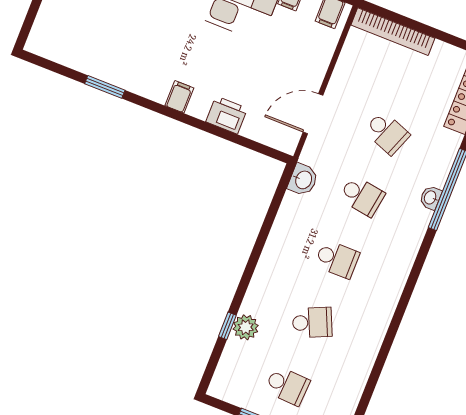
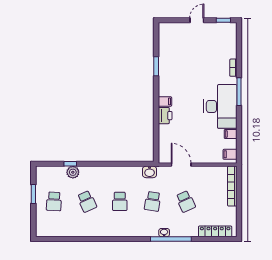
printer: (227, 115) -> (165, 116), moved
school desk: (387, 133) -> (186, 201), turned -45

